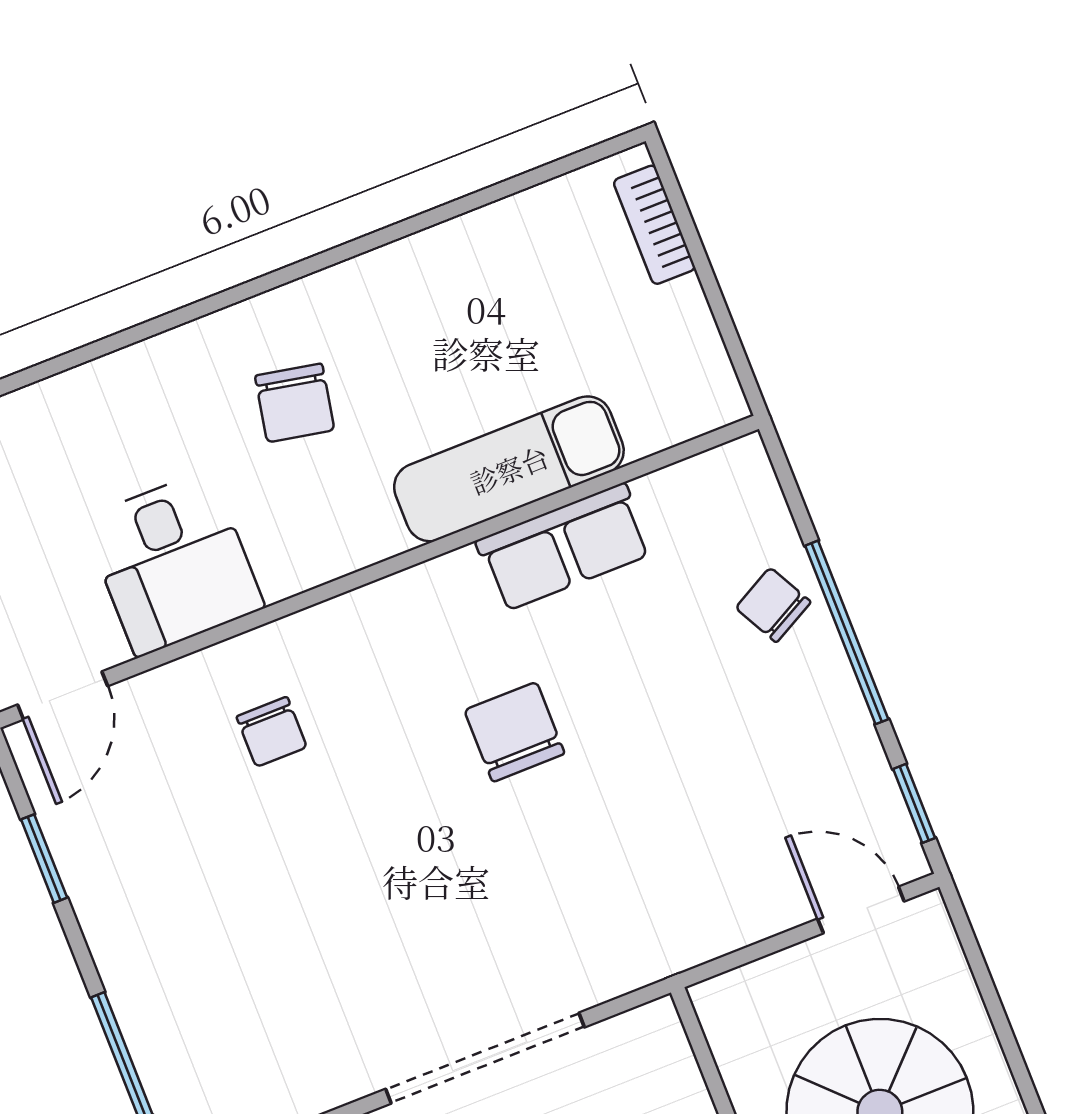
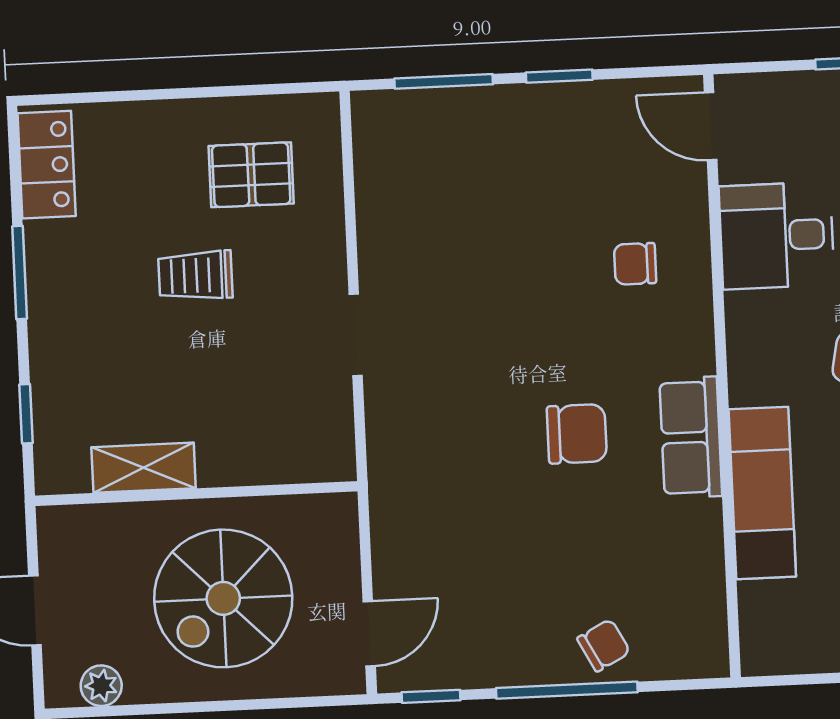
row of seats: (564, 547) -> (691, 437), moved
window: (44, 859) -> (559, 76), moved
doorway: (485, 1058) -> (356, 335), width x0.53

